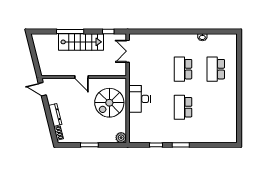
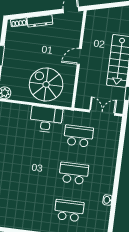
school desk: (183, 107) -> (78, 136), moved

